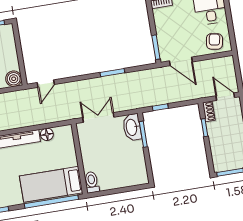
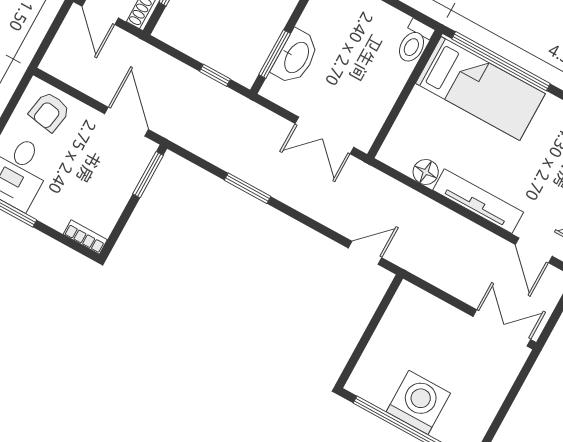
boiler: (14, 79) -> (409, 300), removed
washbasin: (132, 127) -> (296, 57), moved

